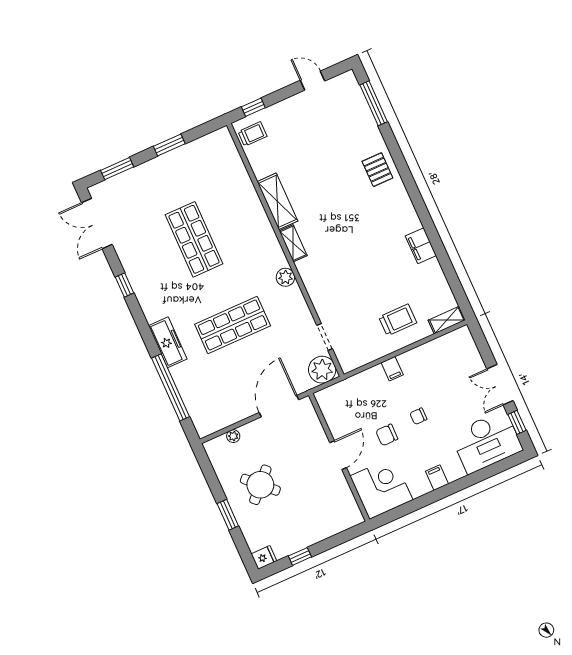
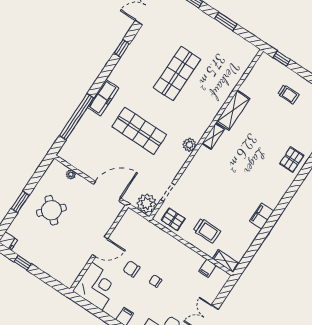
trolley: (253, 134) -> (288, 94), moved
pallet: (360, 350) -> (173, 219), added
filing cabinet: (392, 369) -> (207, 268), moved

